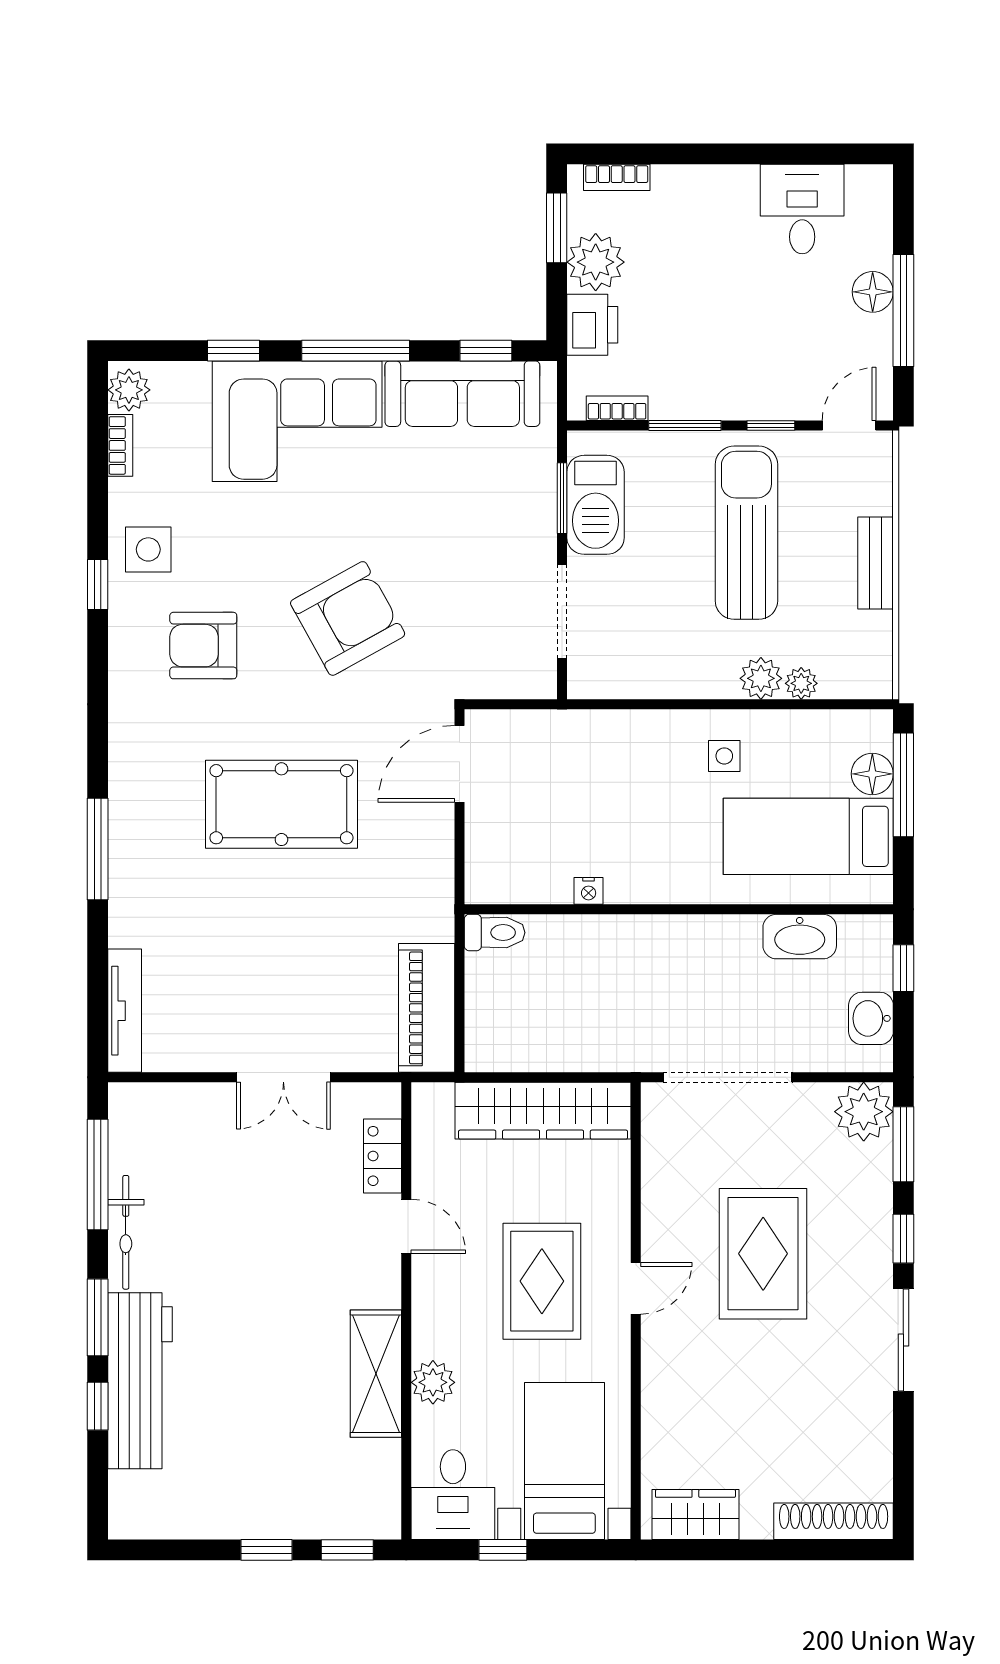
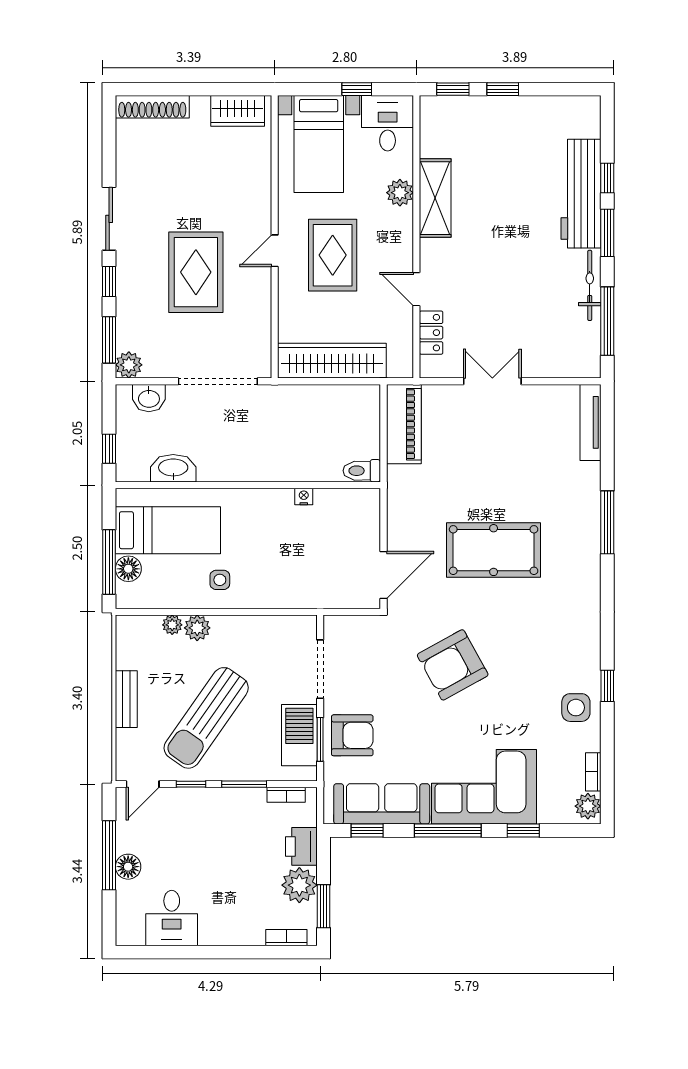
sun lounger: (746, 533) -> (206, 718), turned 35
armchair: (203, 646) -> (352, 735), moved
washbasin: (871, 1018) -> (149, 398), moved, turned 90
plant: (864, 1112) -> (129, 365), width x0.73, depth x0.73

